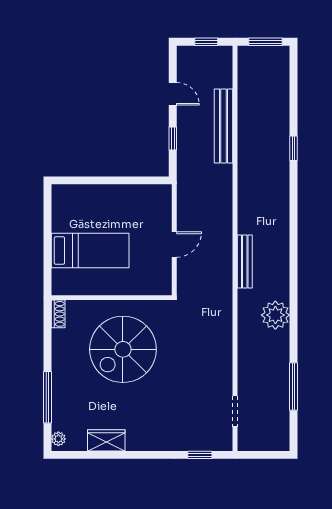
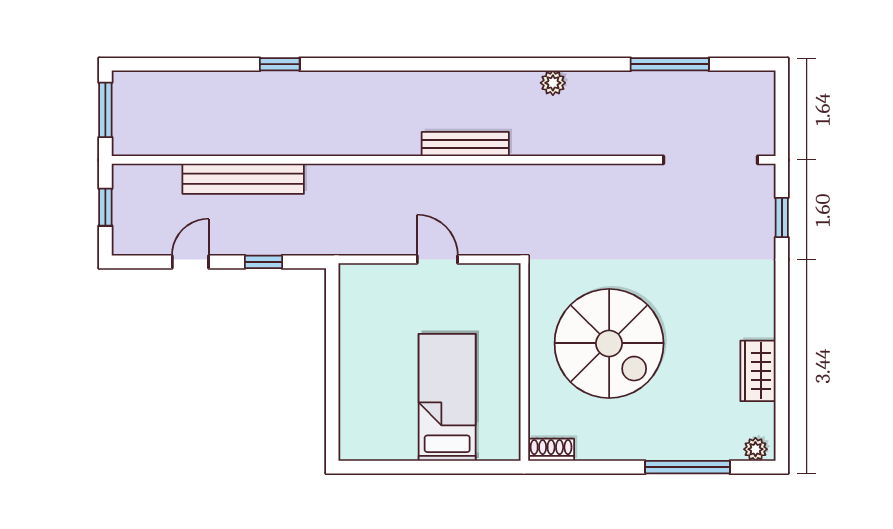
plant: (275, 315) -> (553, 83), width x0.53, depth x0.53
doorway: (235, 411) -> (711, 160), width x1.88

